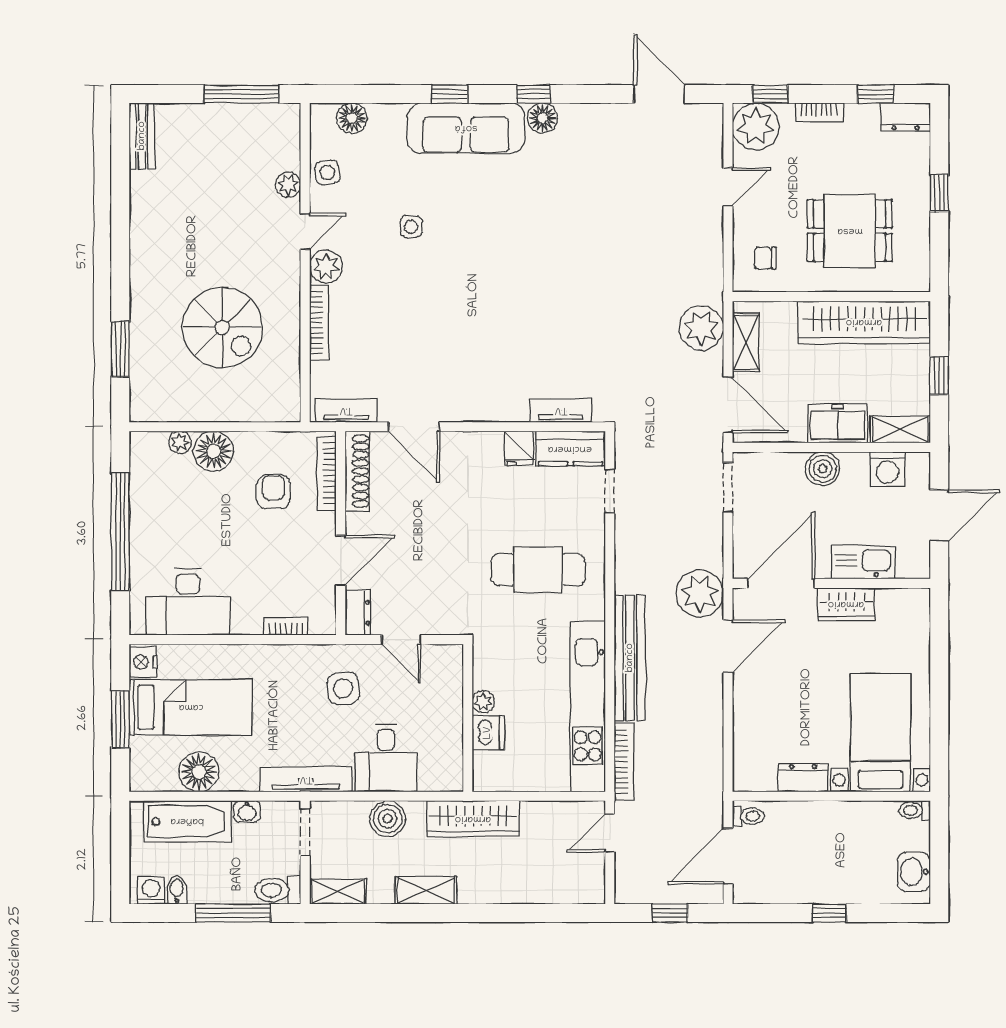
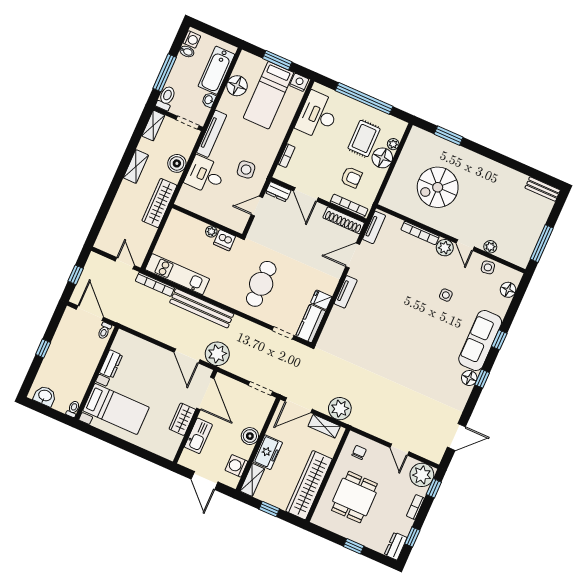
tv unit: (561, 410) -> (346, 292), moved
rug: (193, 500) -> (364, 138), added
kitchen unit: (588, 707) -> (177, 274), width x0.73
dishwasher: (488, 733) -> (225, 240), moved

